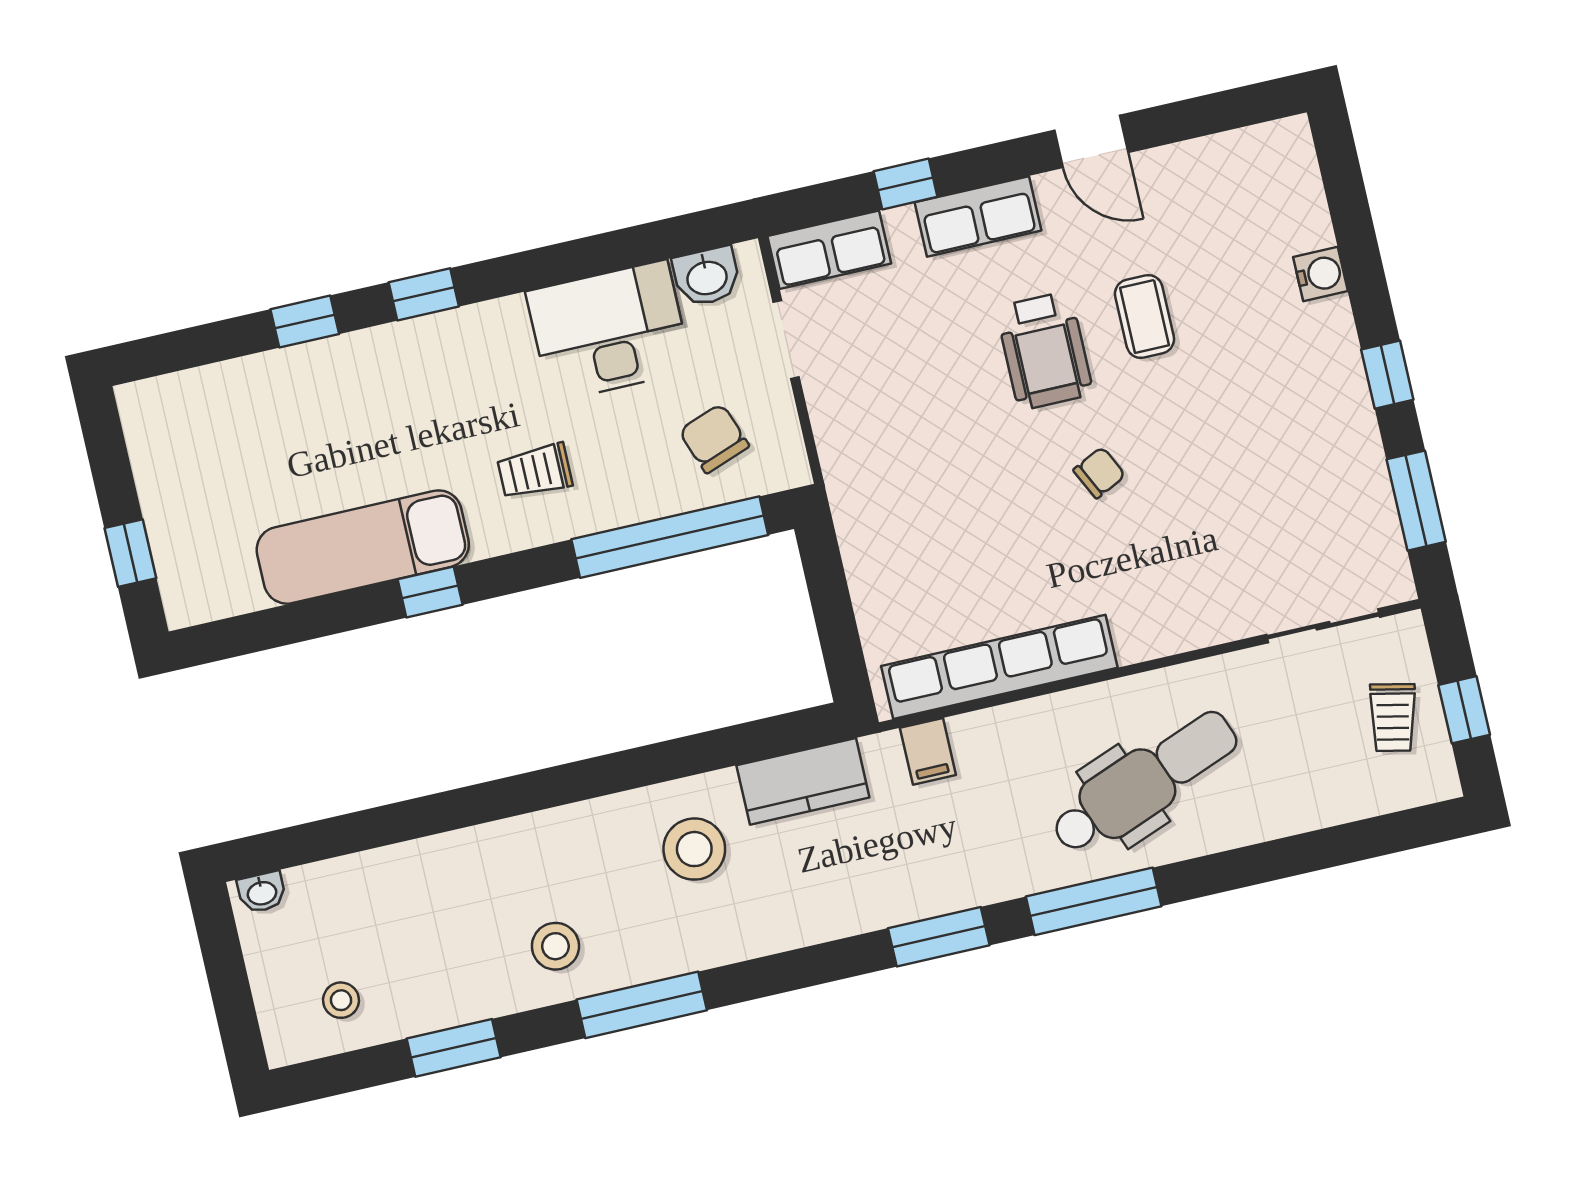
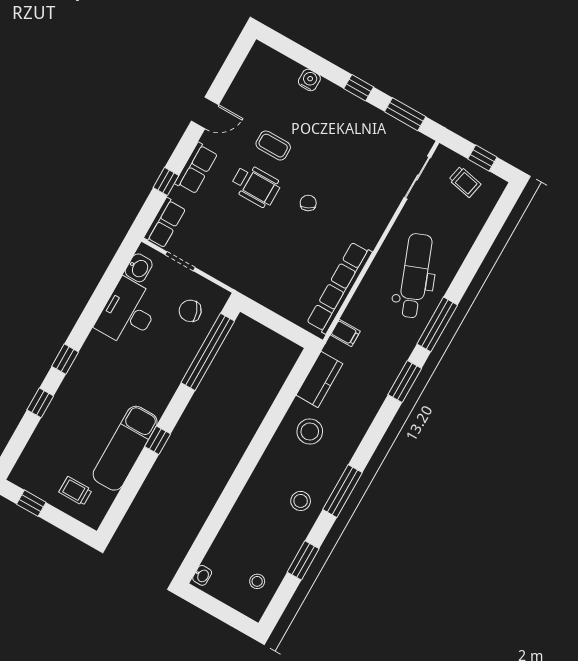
trolley: (535, 471) -> (75, 491), moved, turned 90
window: (130, 553) -> (31, 503), moved

